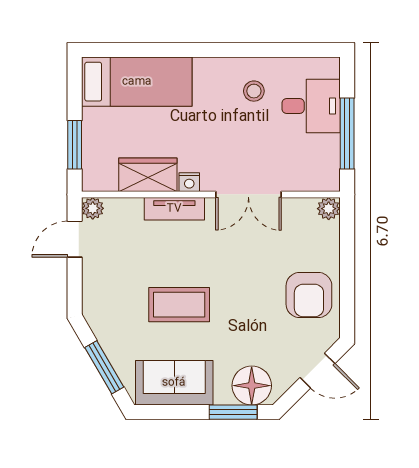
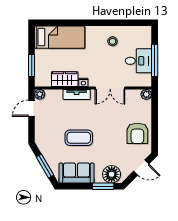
desk: (311, 106) -> (138, 61), moved

